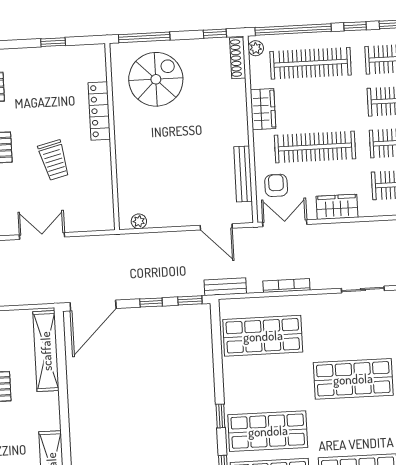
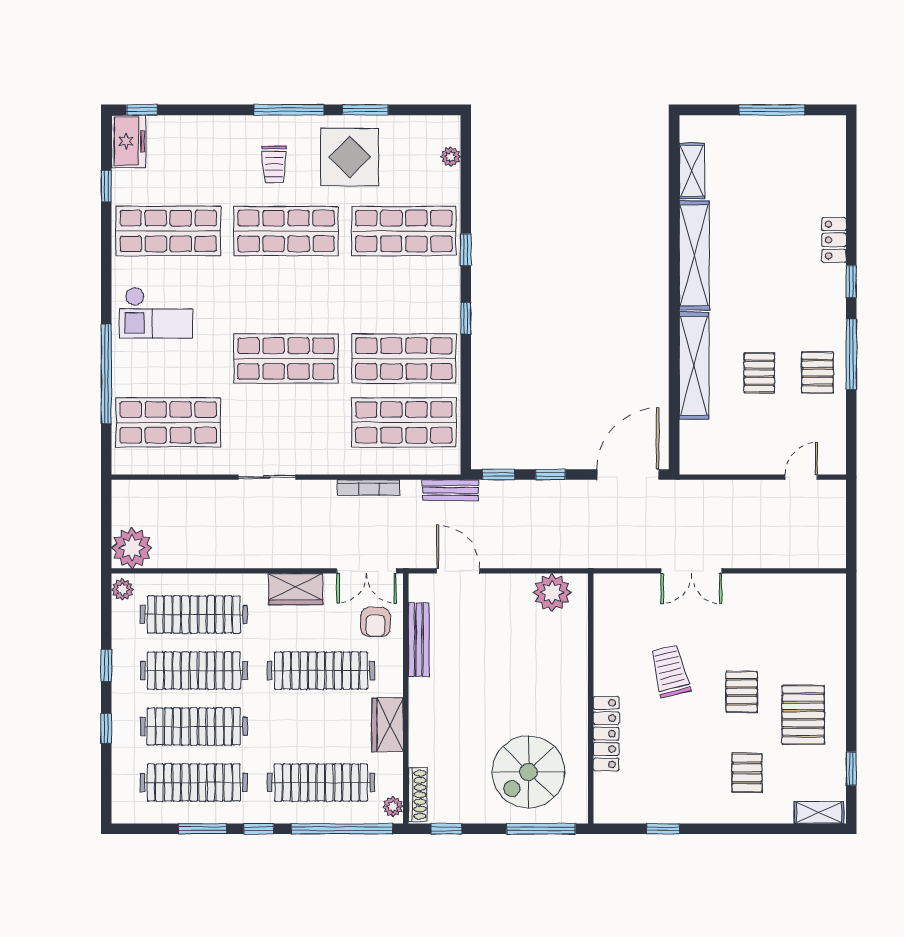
plant: (139, 221) -> (552, 592), width x1.88, depth x1.88
shelving: (46, 351) -> (694, 366), moved
shop shelf: (268, 431) -> (404, 359), moved

